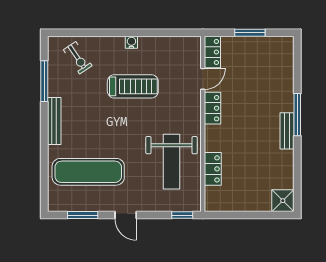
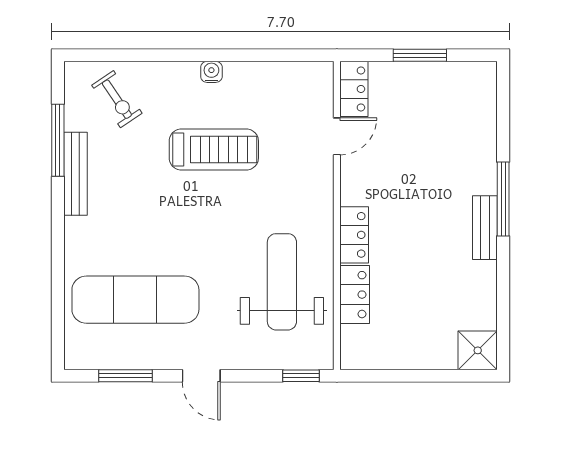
locker: (213, 108) -> (354, 235), moved
bench: (54, 121) -> (76, 174), moved
weight bench: (172, 162) -> (282, 282), turned 180

